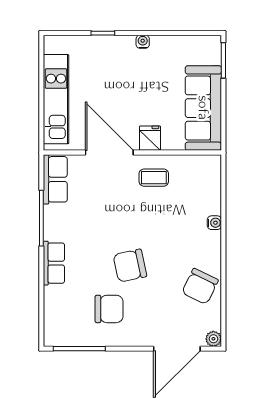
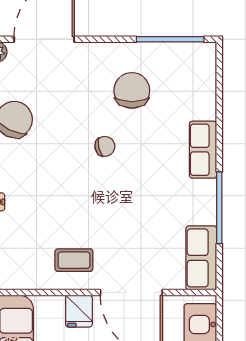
chair: (130, 266) -> (105, 146), width x0.54, depth x0.54
chair: (109, 309) -> (132, 90), turned 90

